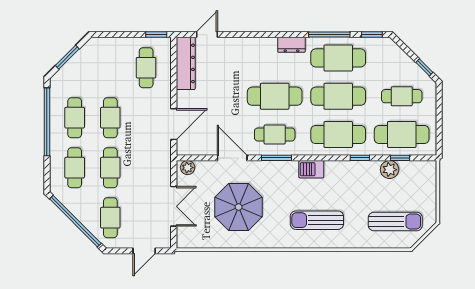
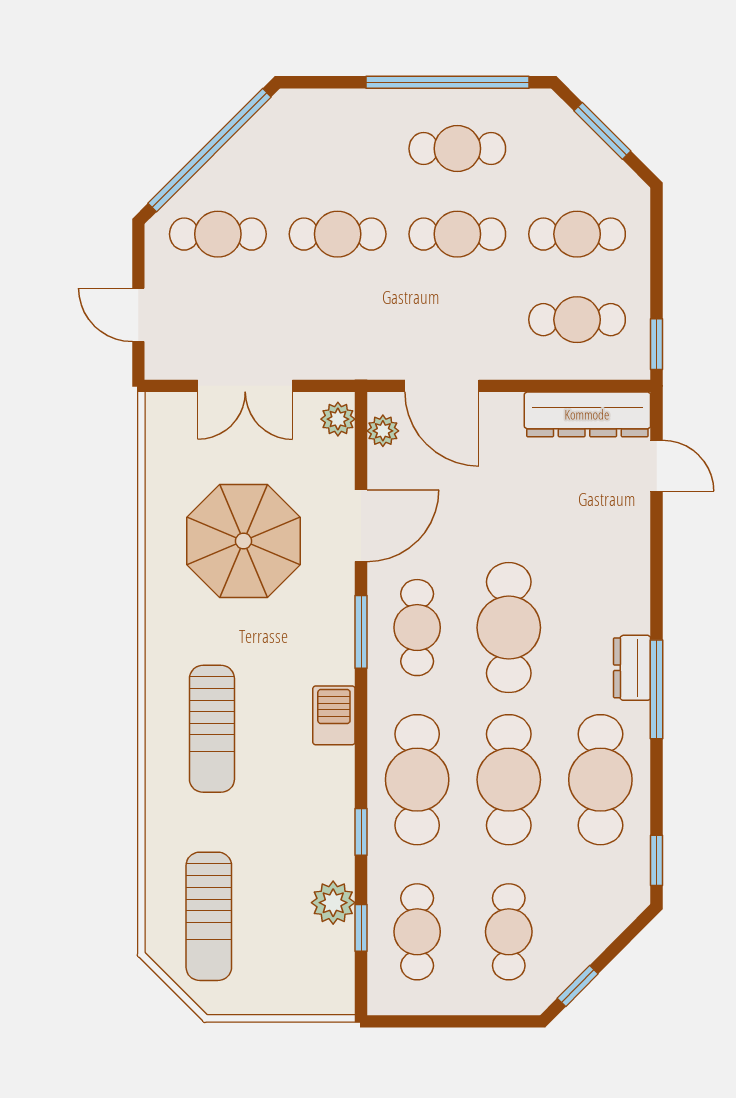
window: (329, 35) -> (657, 689), moved
cafe table: (402, 134) -> (417, 932), width x0.73, depth x0.74
plant: (192, 149) -> (383, 431), added
cafe table: (75, 168) -> (577, 234), moved
sun lounger: (317, 220) -> (212, 729), turned 180

